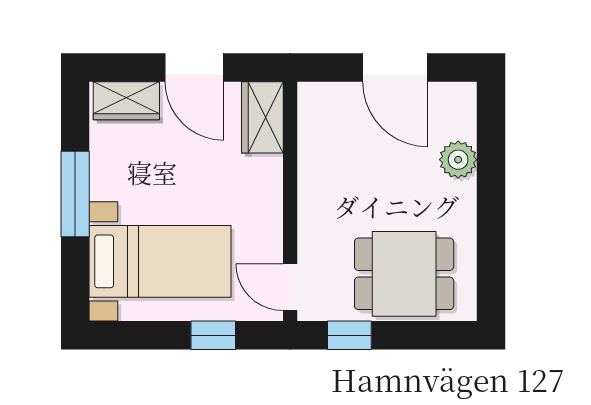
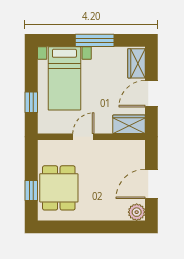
plant: (458, 160) -> (137, 212), moved
door: (290, 287) -> (83, 137), moved
window: (349, 335) -> (31, 191), moved

